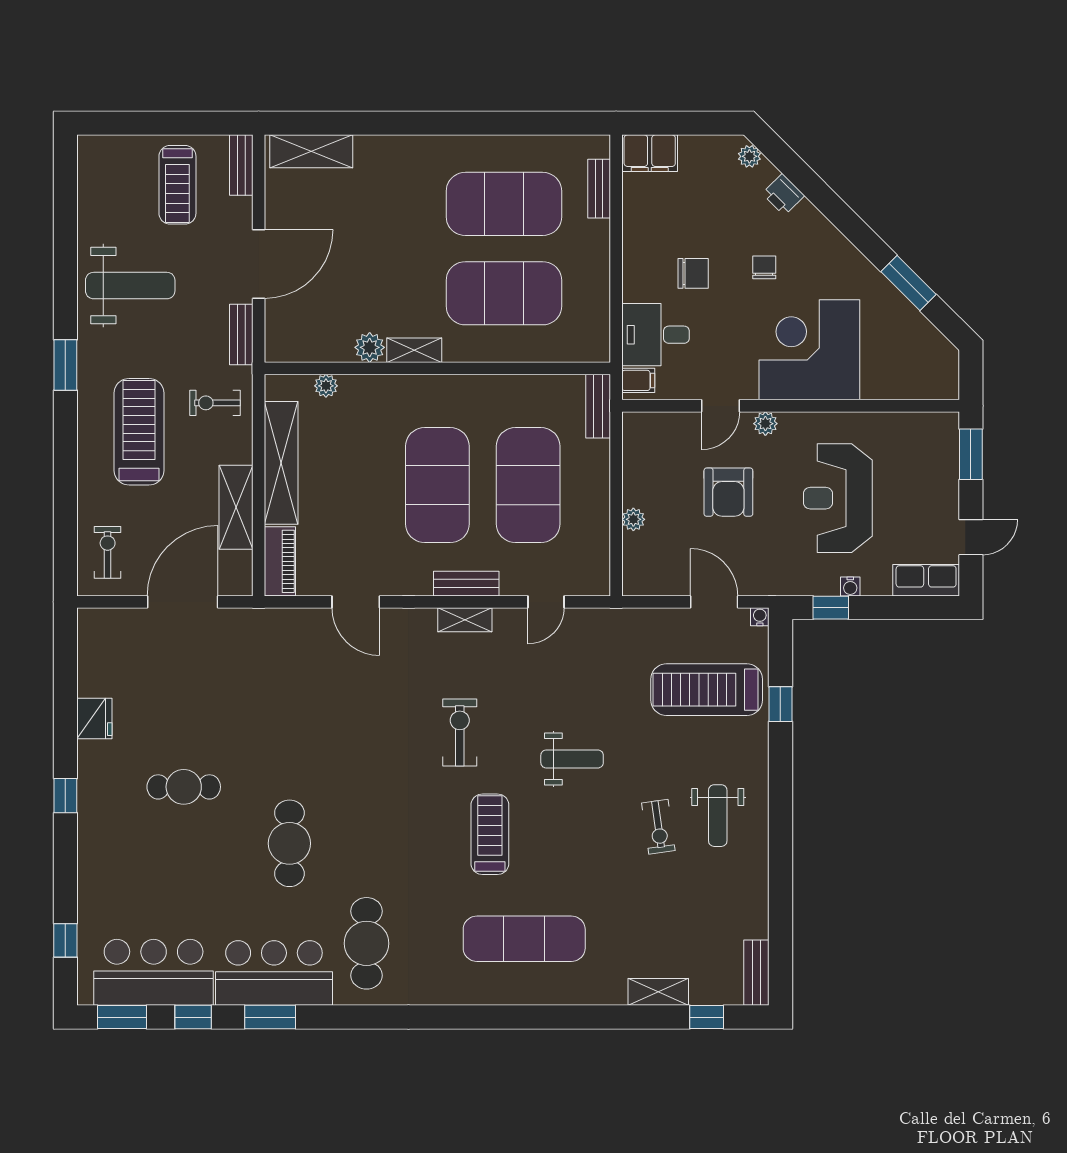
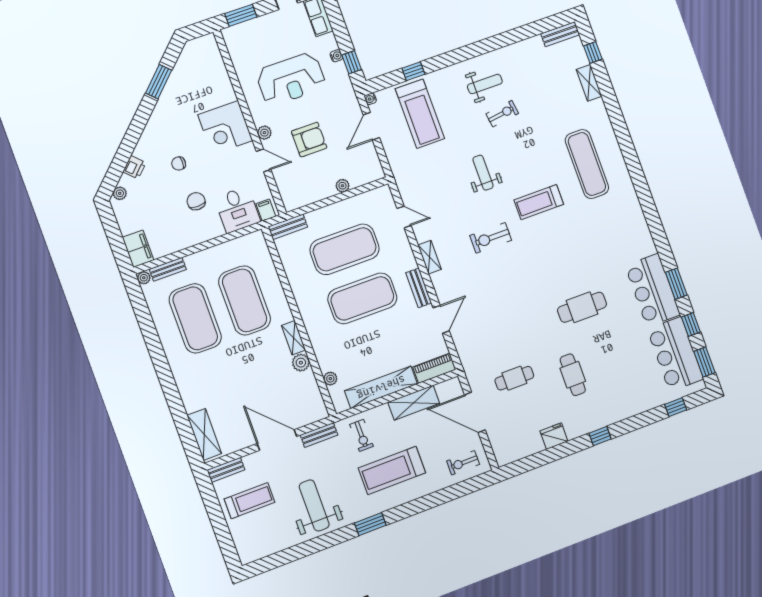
plant: (599, 146) -> (144, 278), added
corner desk: (809, 350) -> (225, 128), width x0.74, depth x0.74
bench: (466, 584) -> (419, 288), moved
cafe table: (367, 943) -> (514, 378), moved, width x0.73, depth x0.74

